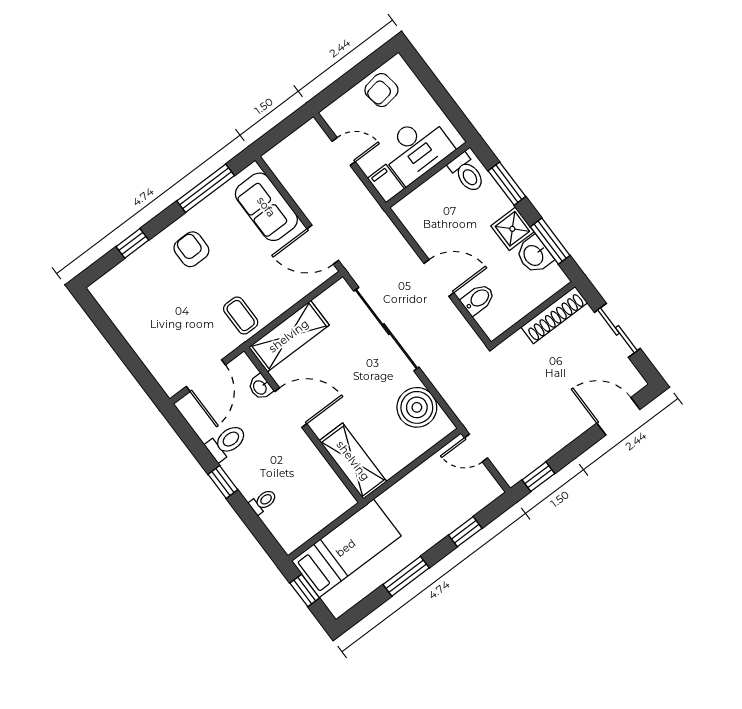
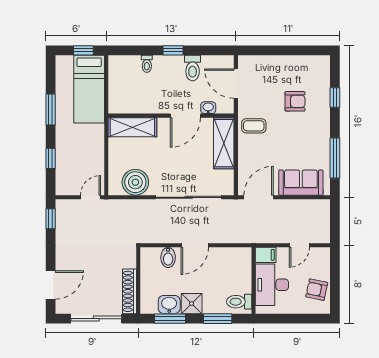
armchair: (381, 90) -> (317, 290), turned -69
armchair: (191, 249) -> (295, 101), moved
sliding door: (617, 330) -> (96, 319), width x1.37

